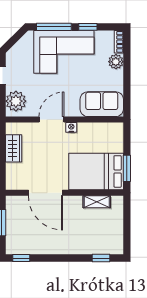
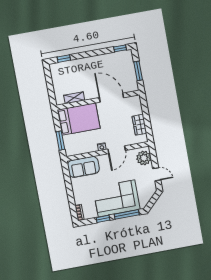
plant: (116, 62) -> (79, 198), removed
window: (127, 168) -> (60, 141), moved

